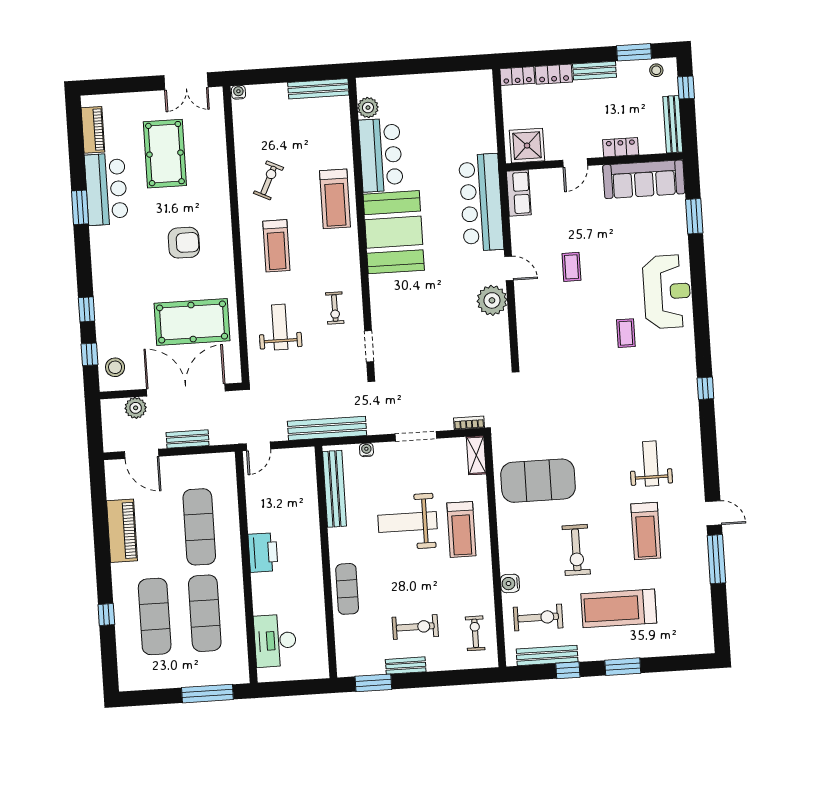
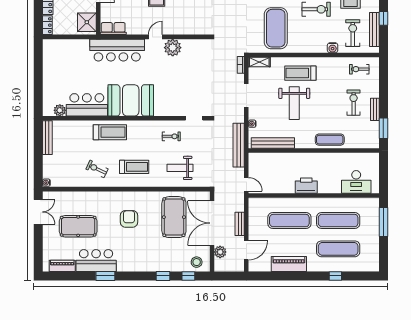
treadmill: (461, 529) -> (300, 73), turned 180

